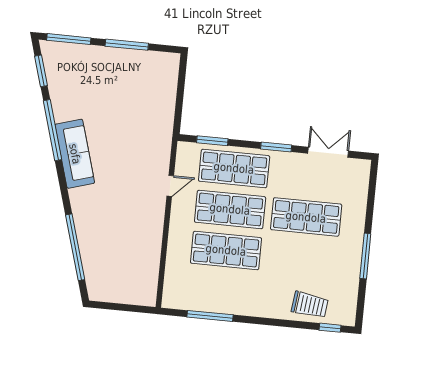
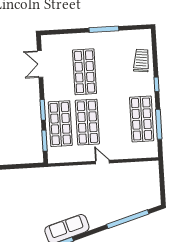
window: (276, 147) -> (43, 110), moved
door: (170, 186) -> (102, 162), moved
shop shelf: (226, 250) -> (142, 119), moved
window: (330, 328) -> (156, 84), moved

